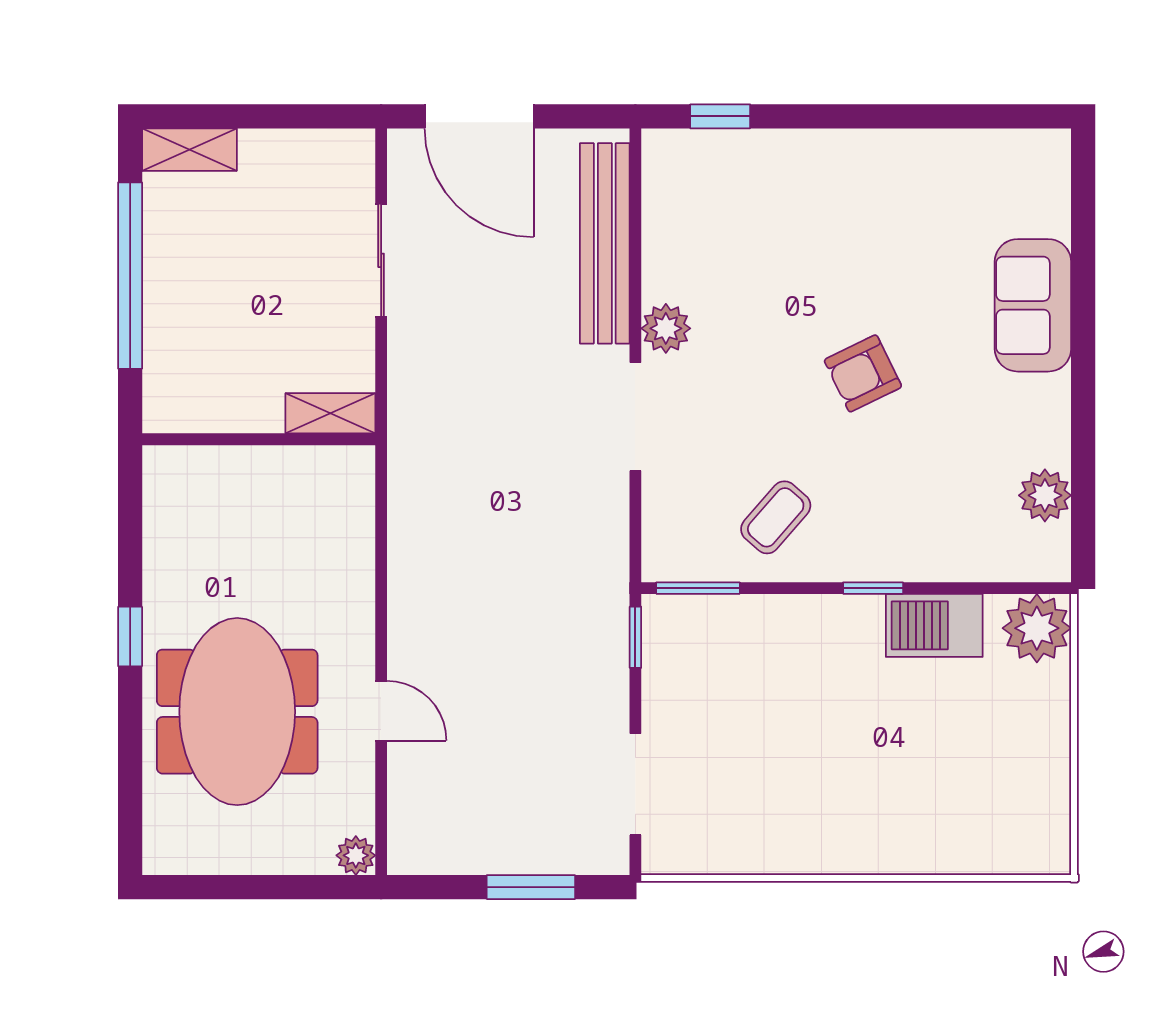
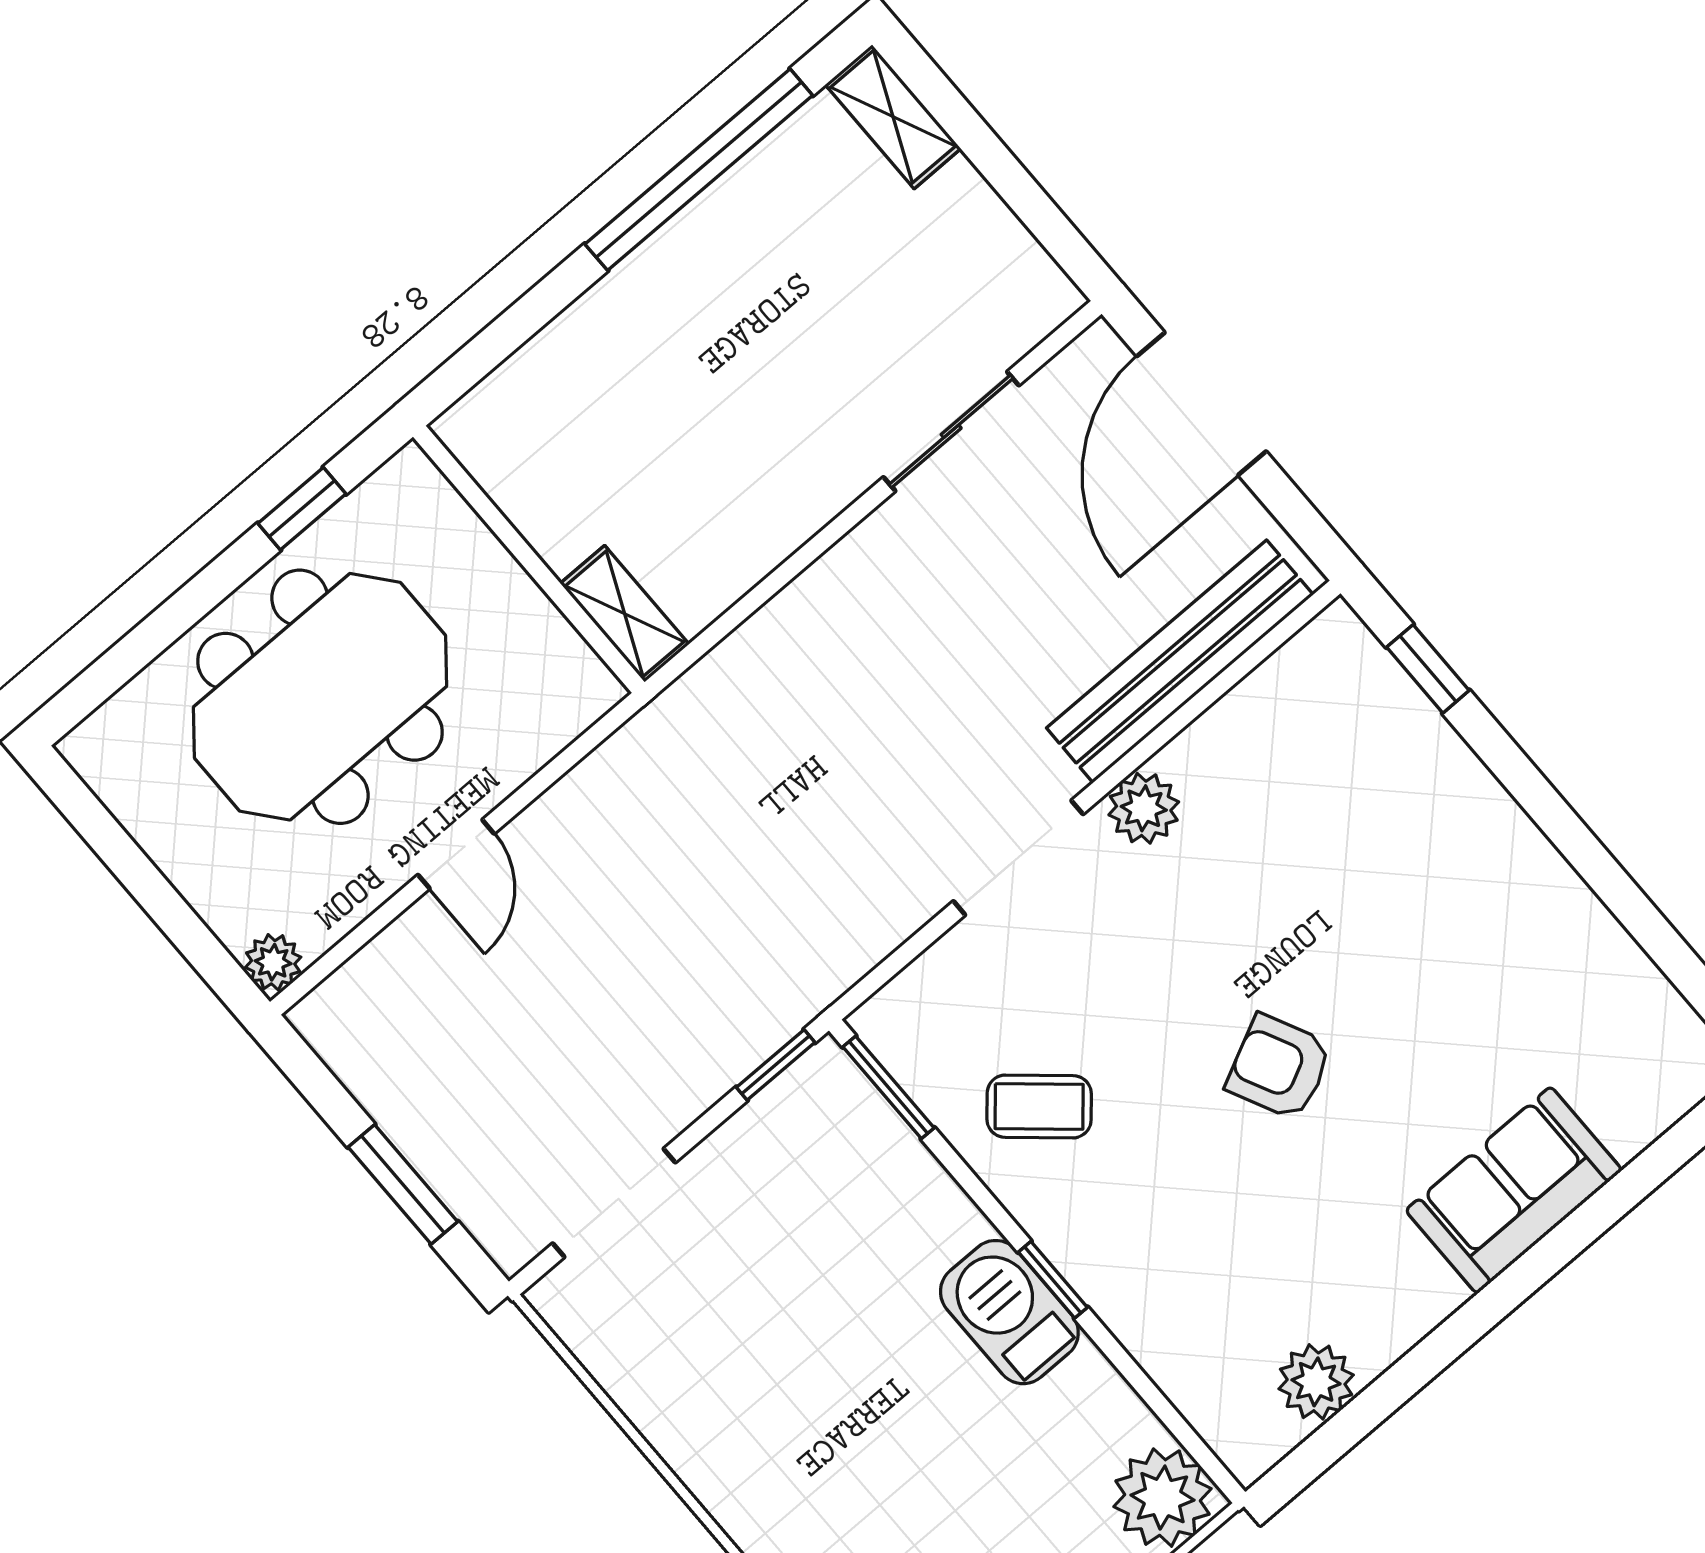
shelving: (330, 413) -> (625, 614), moved
wall: (259, 439) -> (529, 559), moved
barbecue: (934, 625) -> (1009, 1312), moved

